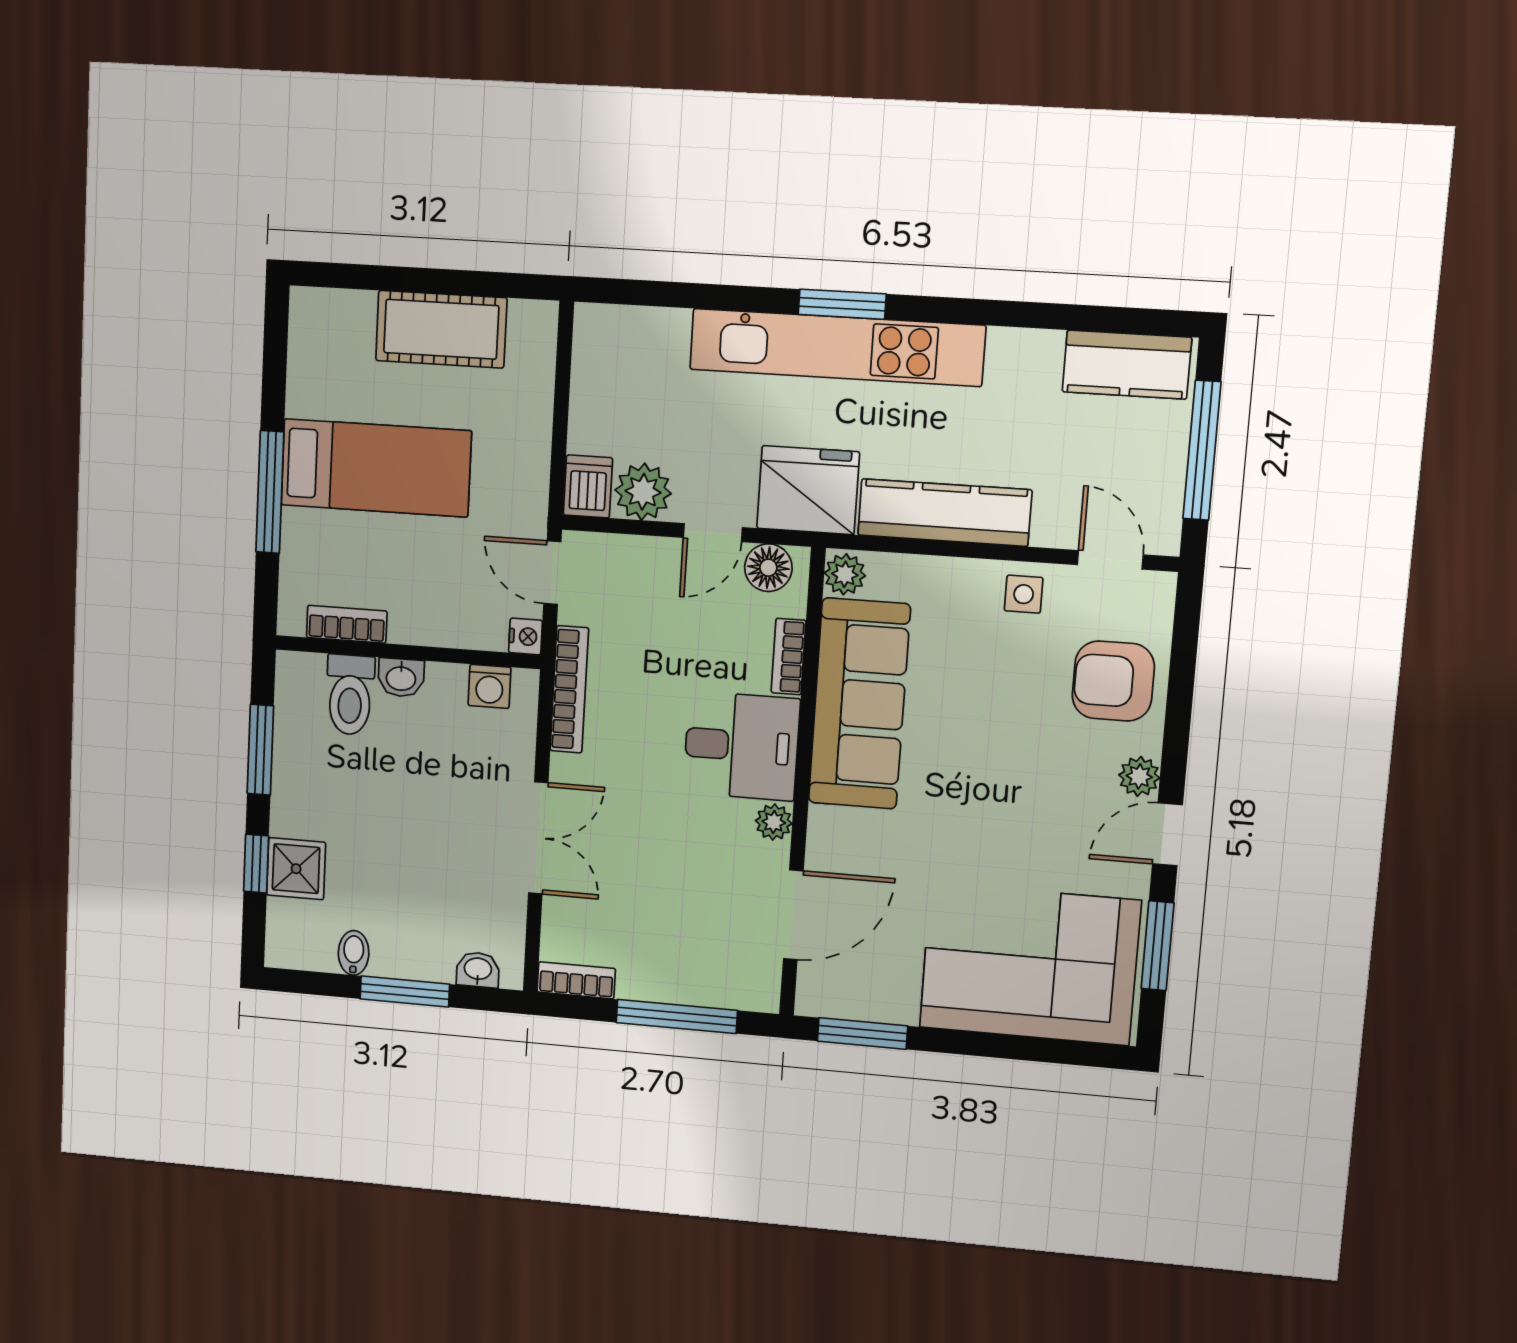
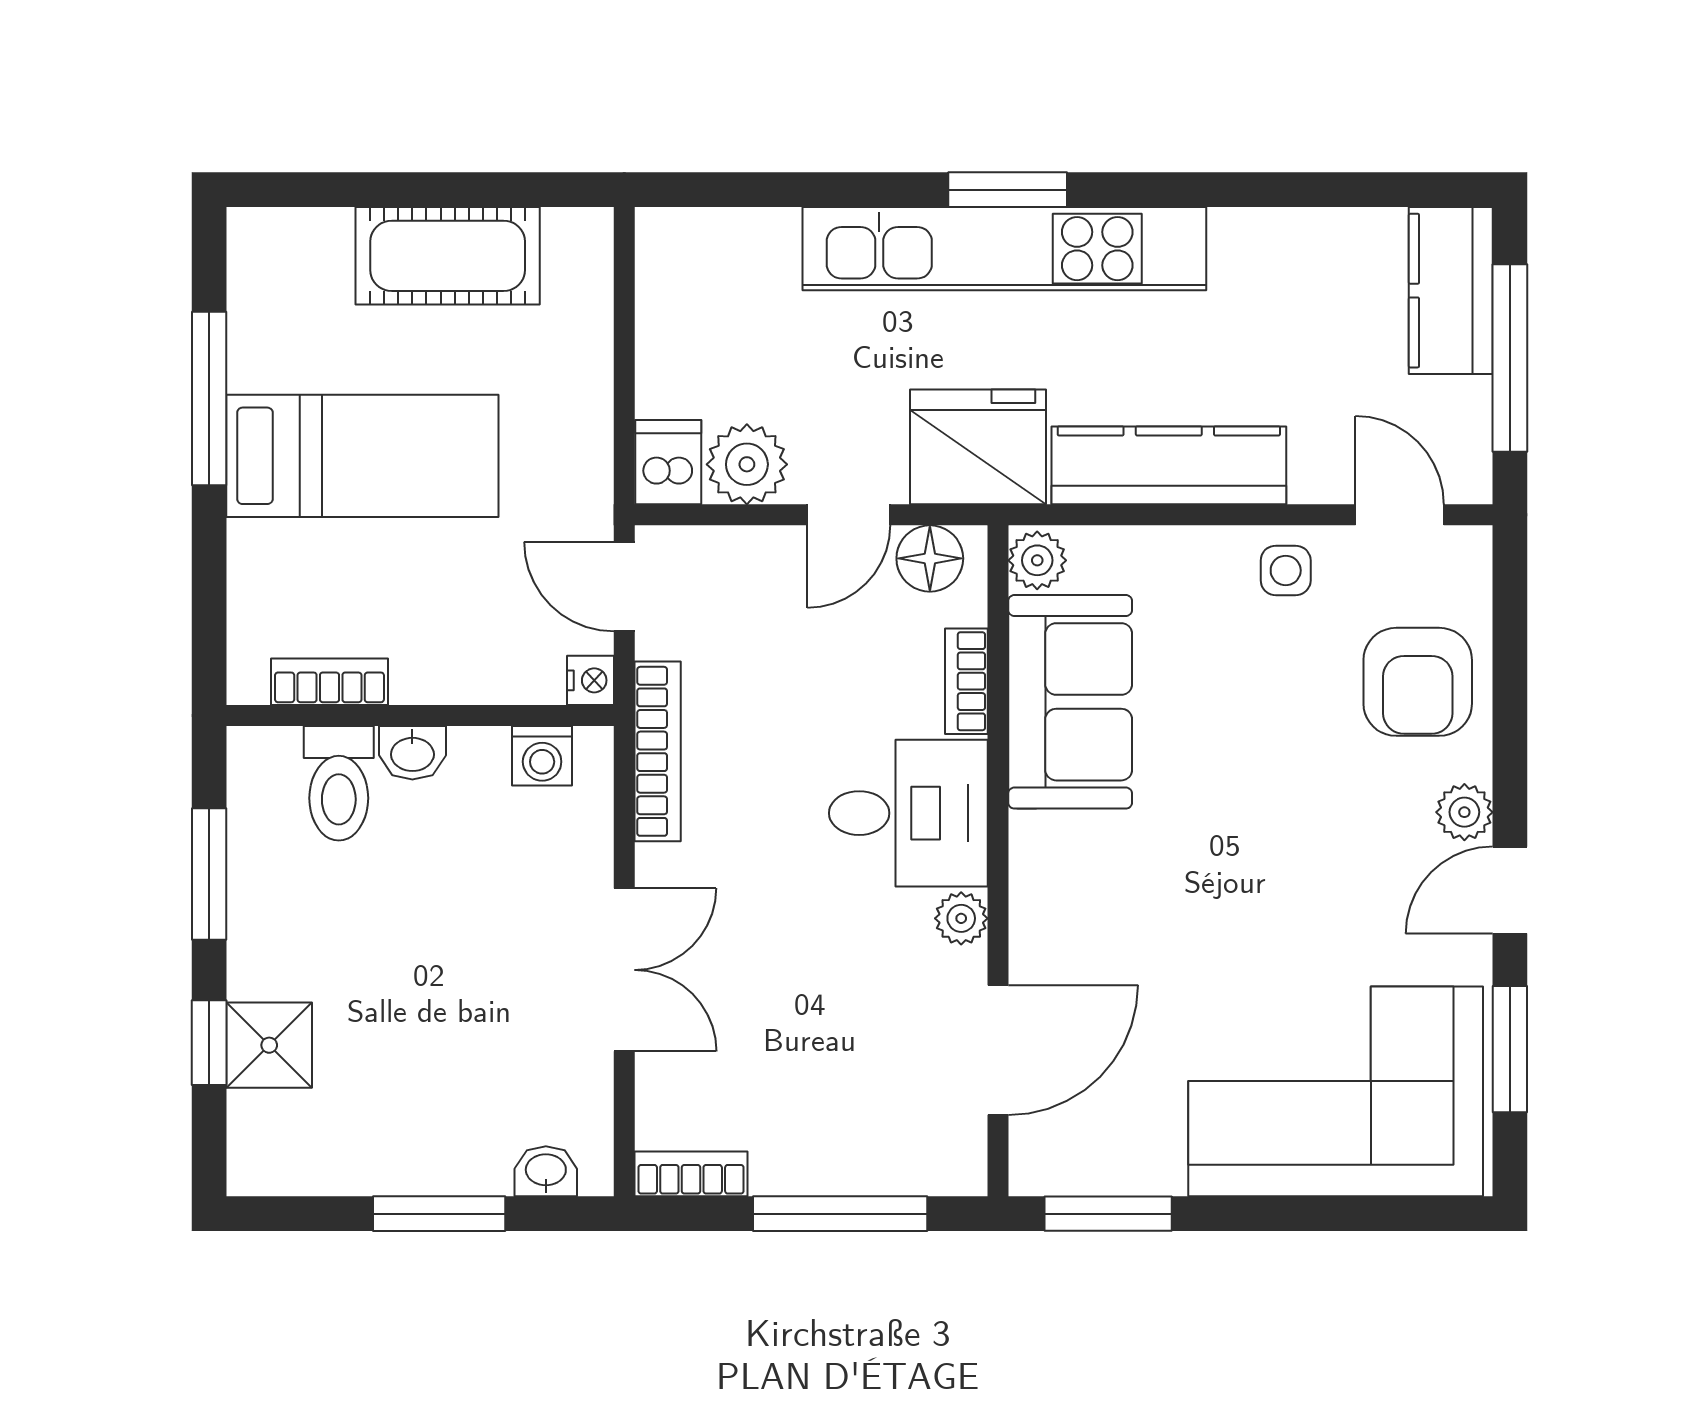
kitchen counter: (1127, 365) -> (1451, 291), moved, turned 90
window: (270, 492) -> (209, 398), moved
armchair: (1113, 681) -> (1418, 682), turned -90
sofa: (859, 704) -> (1070, 702), width x0.73
bidet: (354, 953) -> (360, 1163), removed

